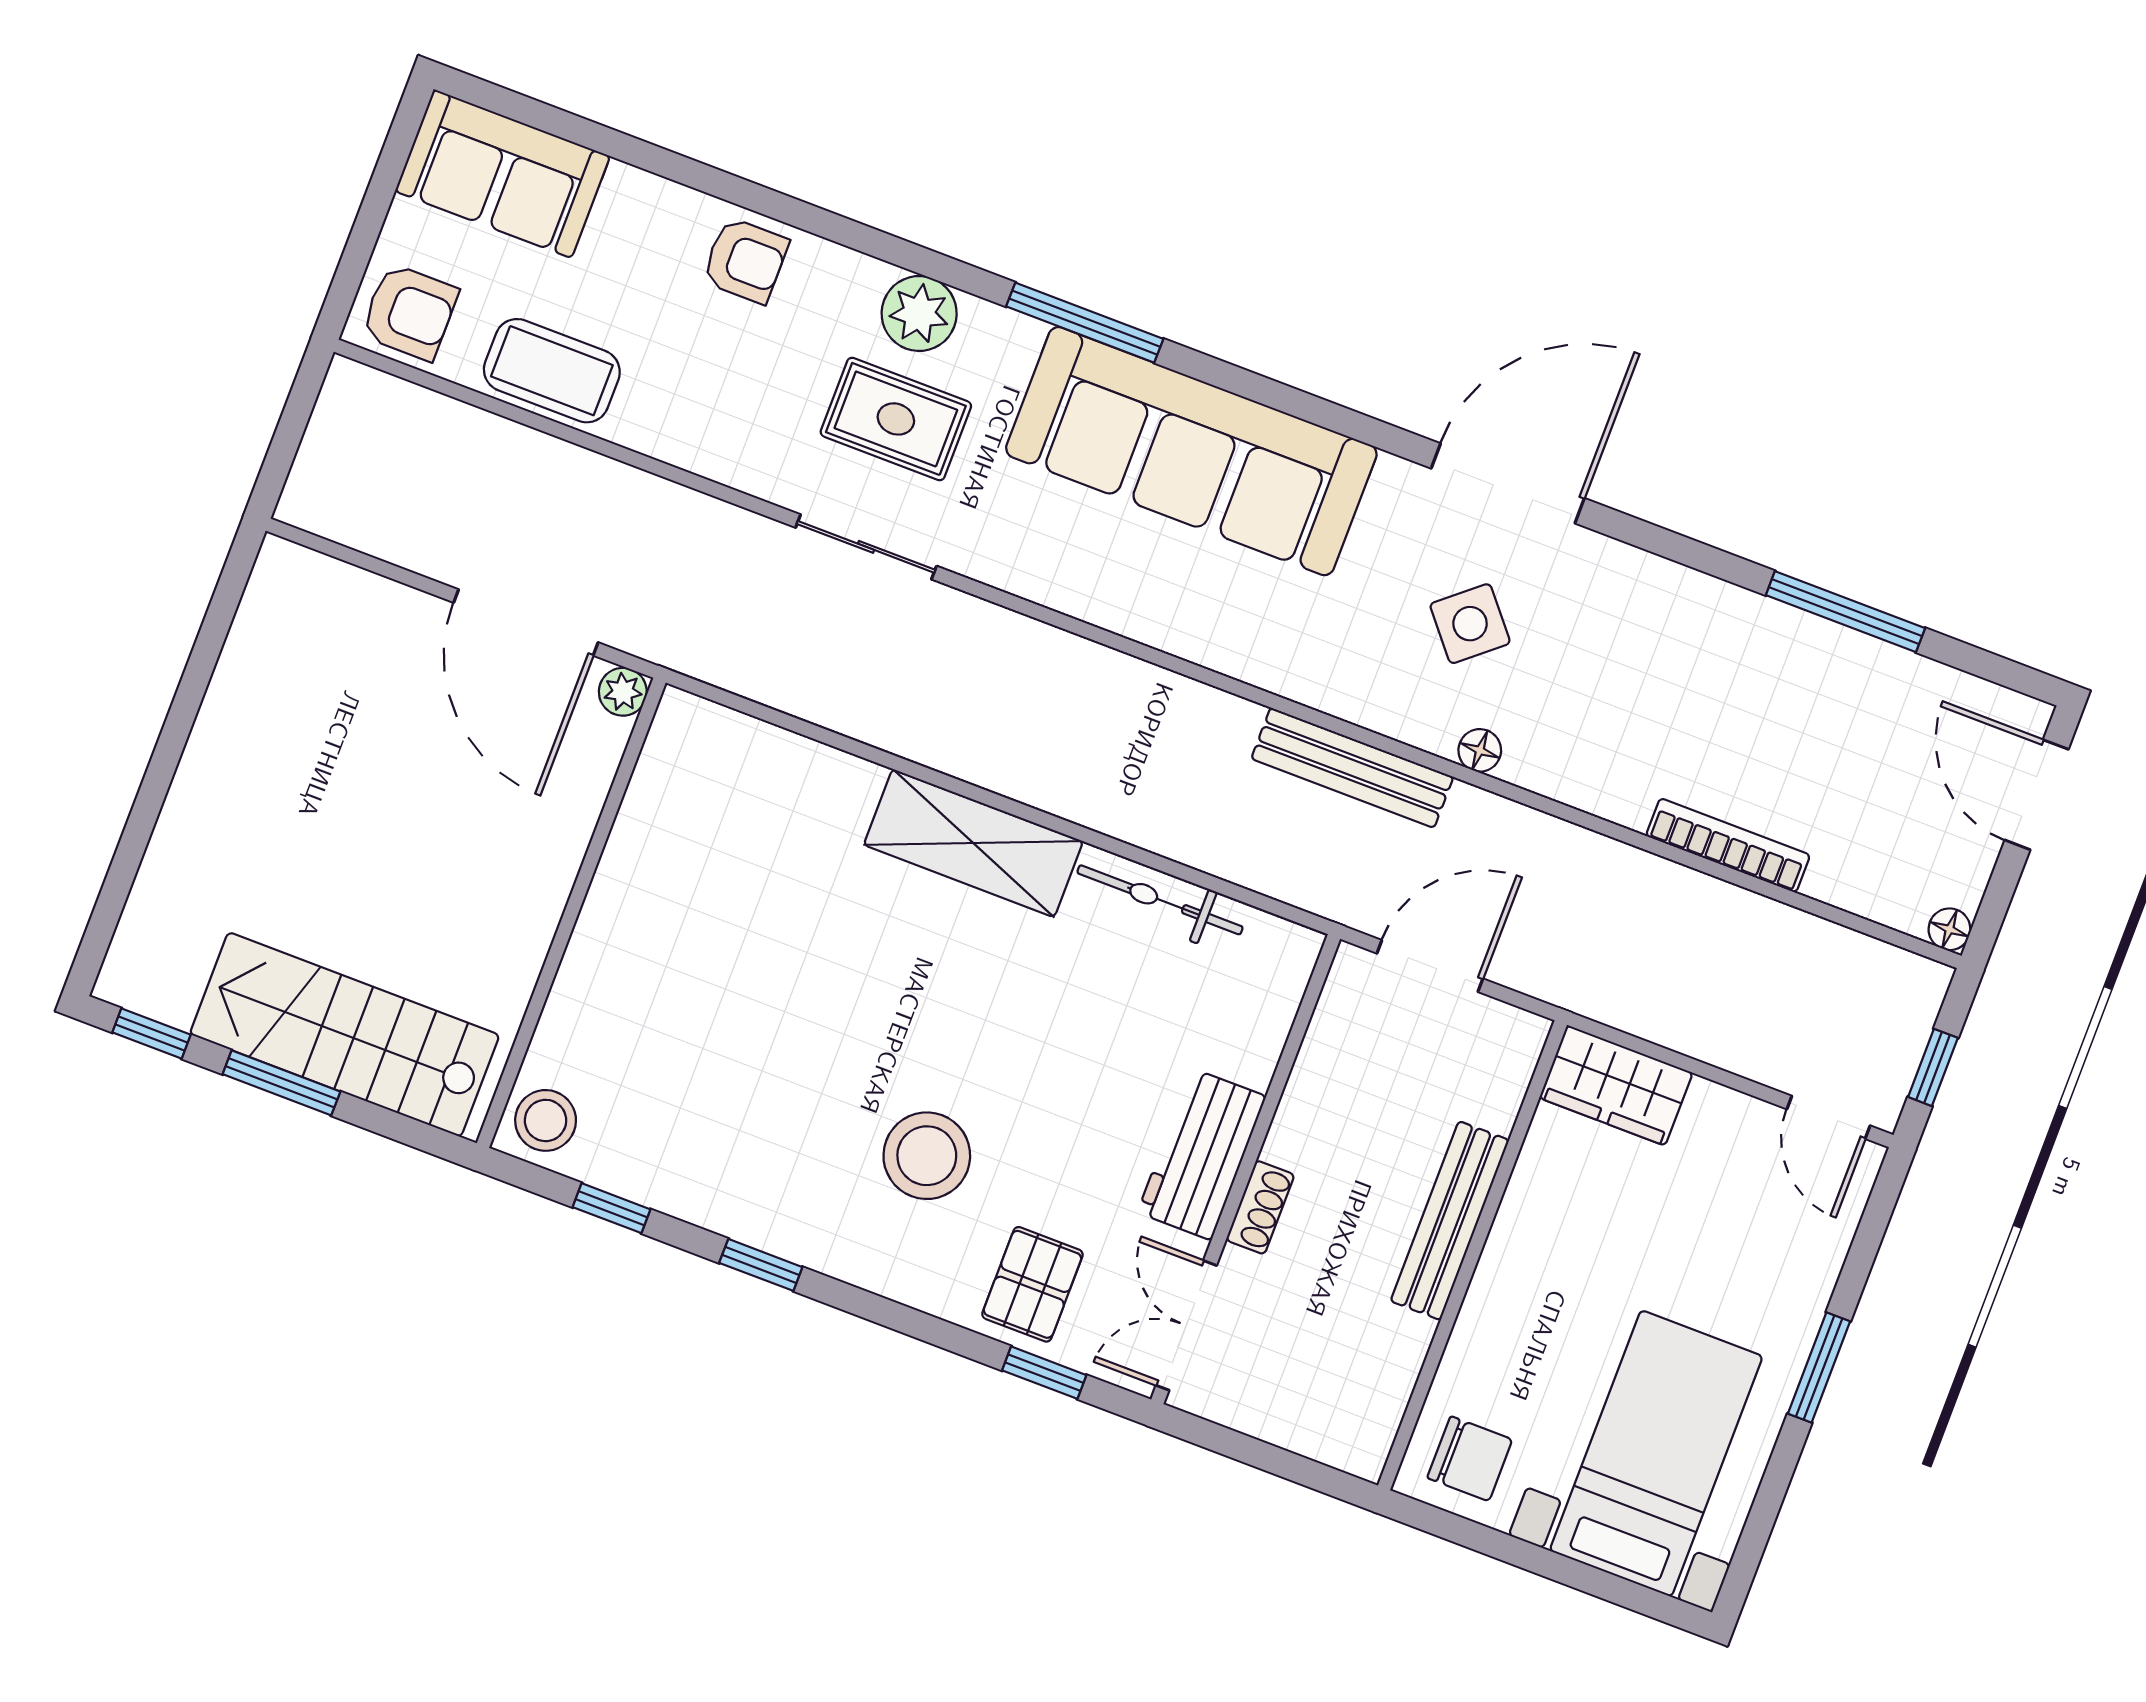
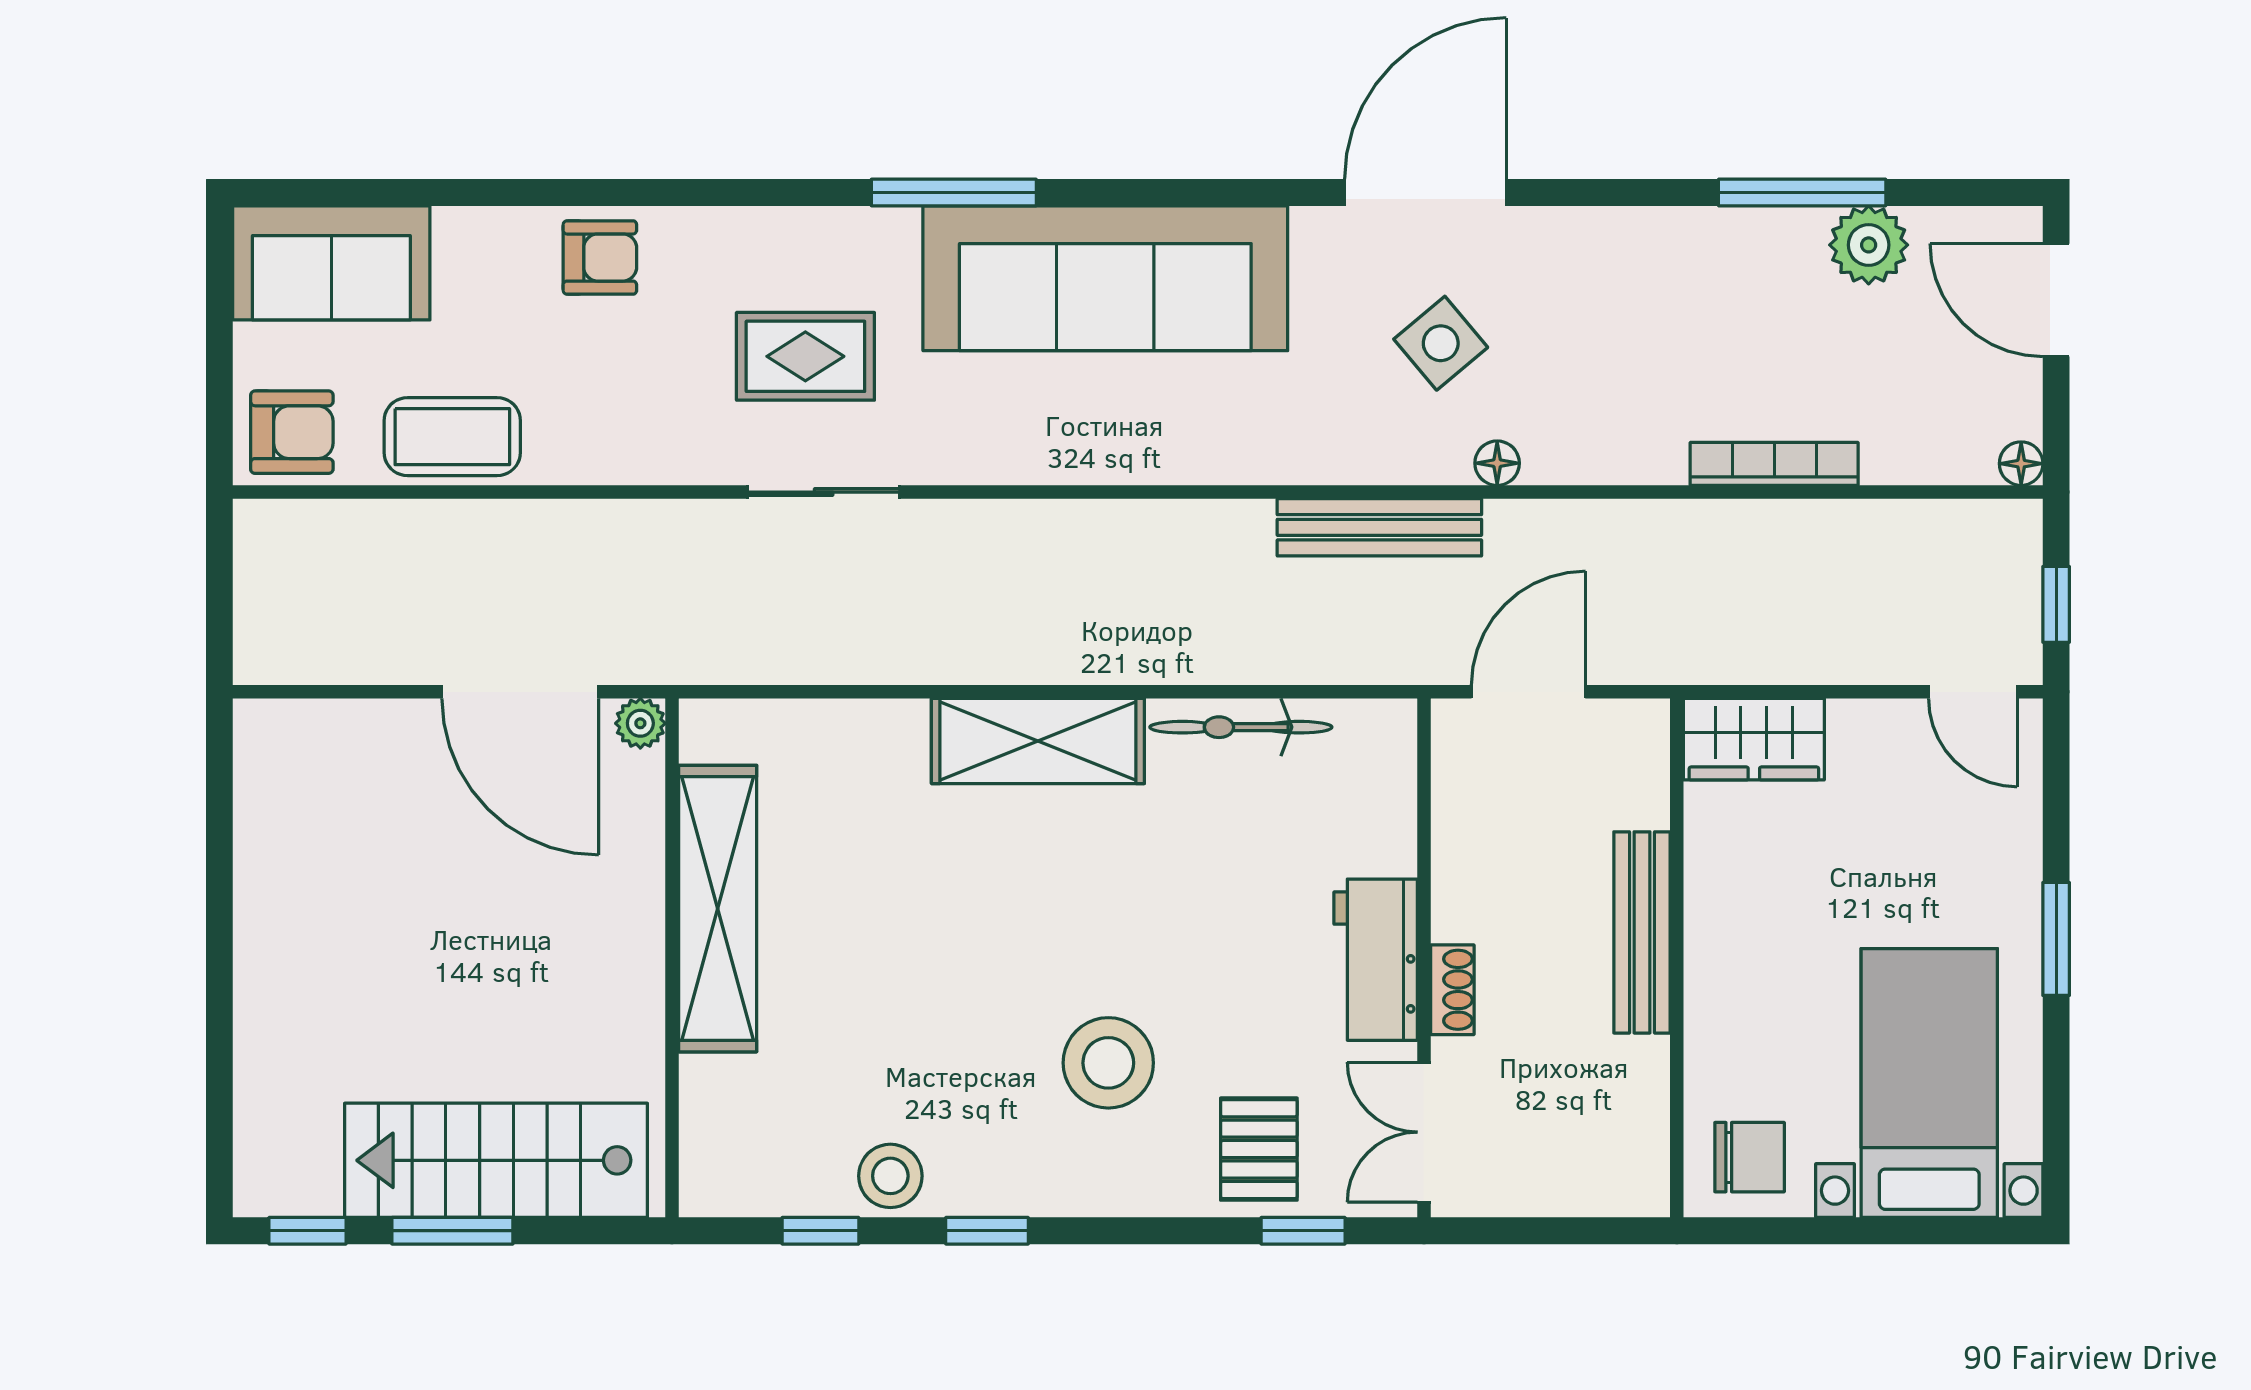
plant: (919, 314) -> (1869, 245), moved
shelving: (629, 884) -> (718, 909), added
stool: (546, 1120) -> (890, 1176), moved

